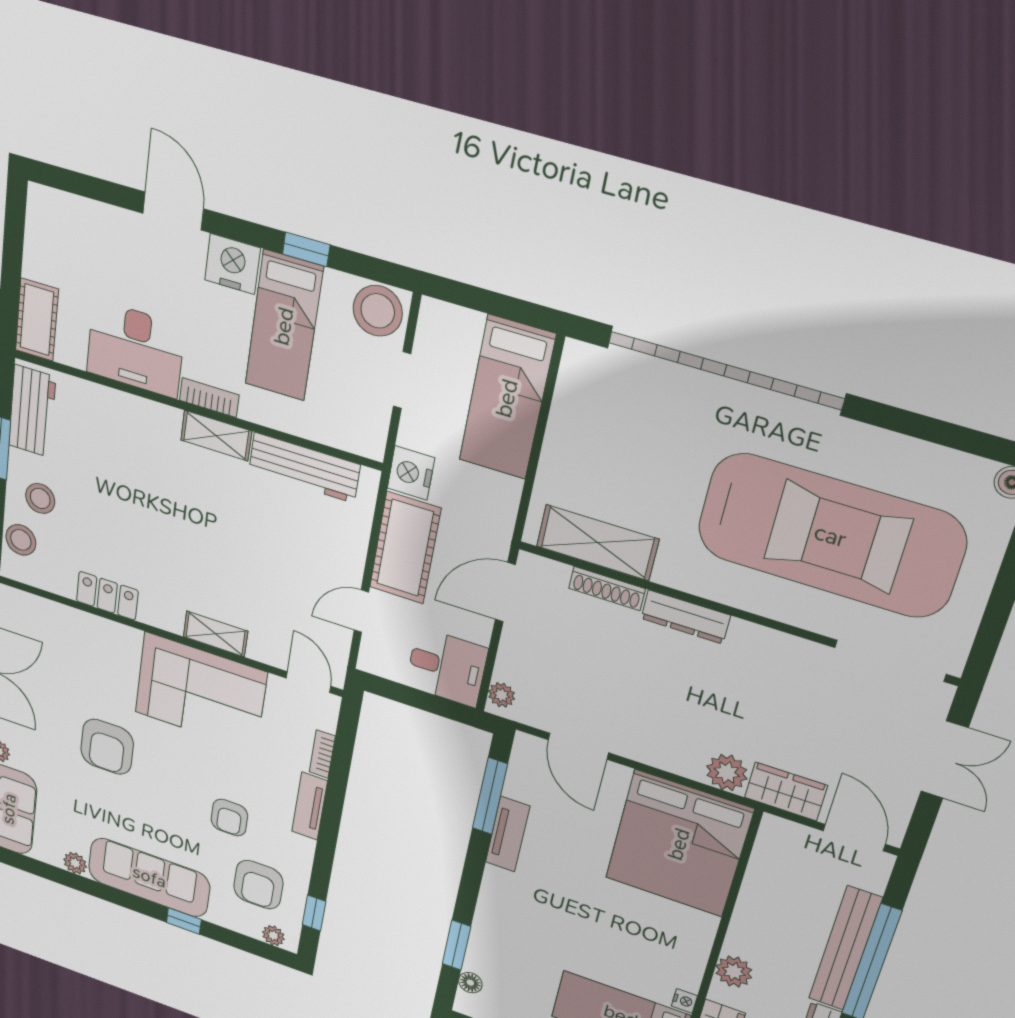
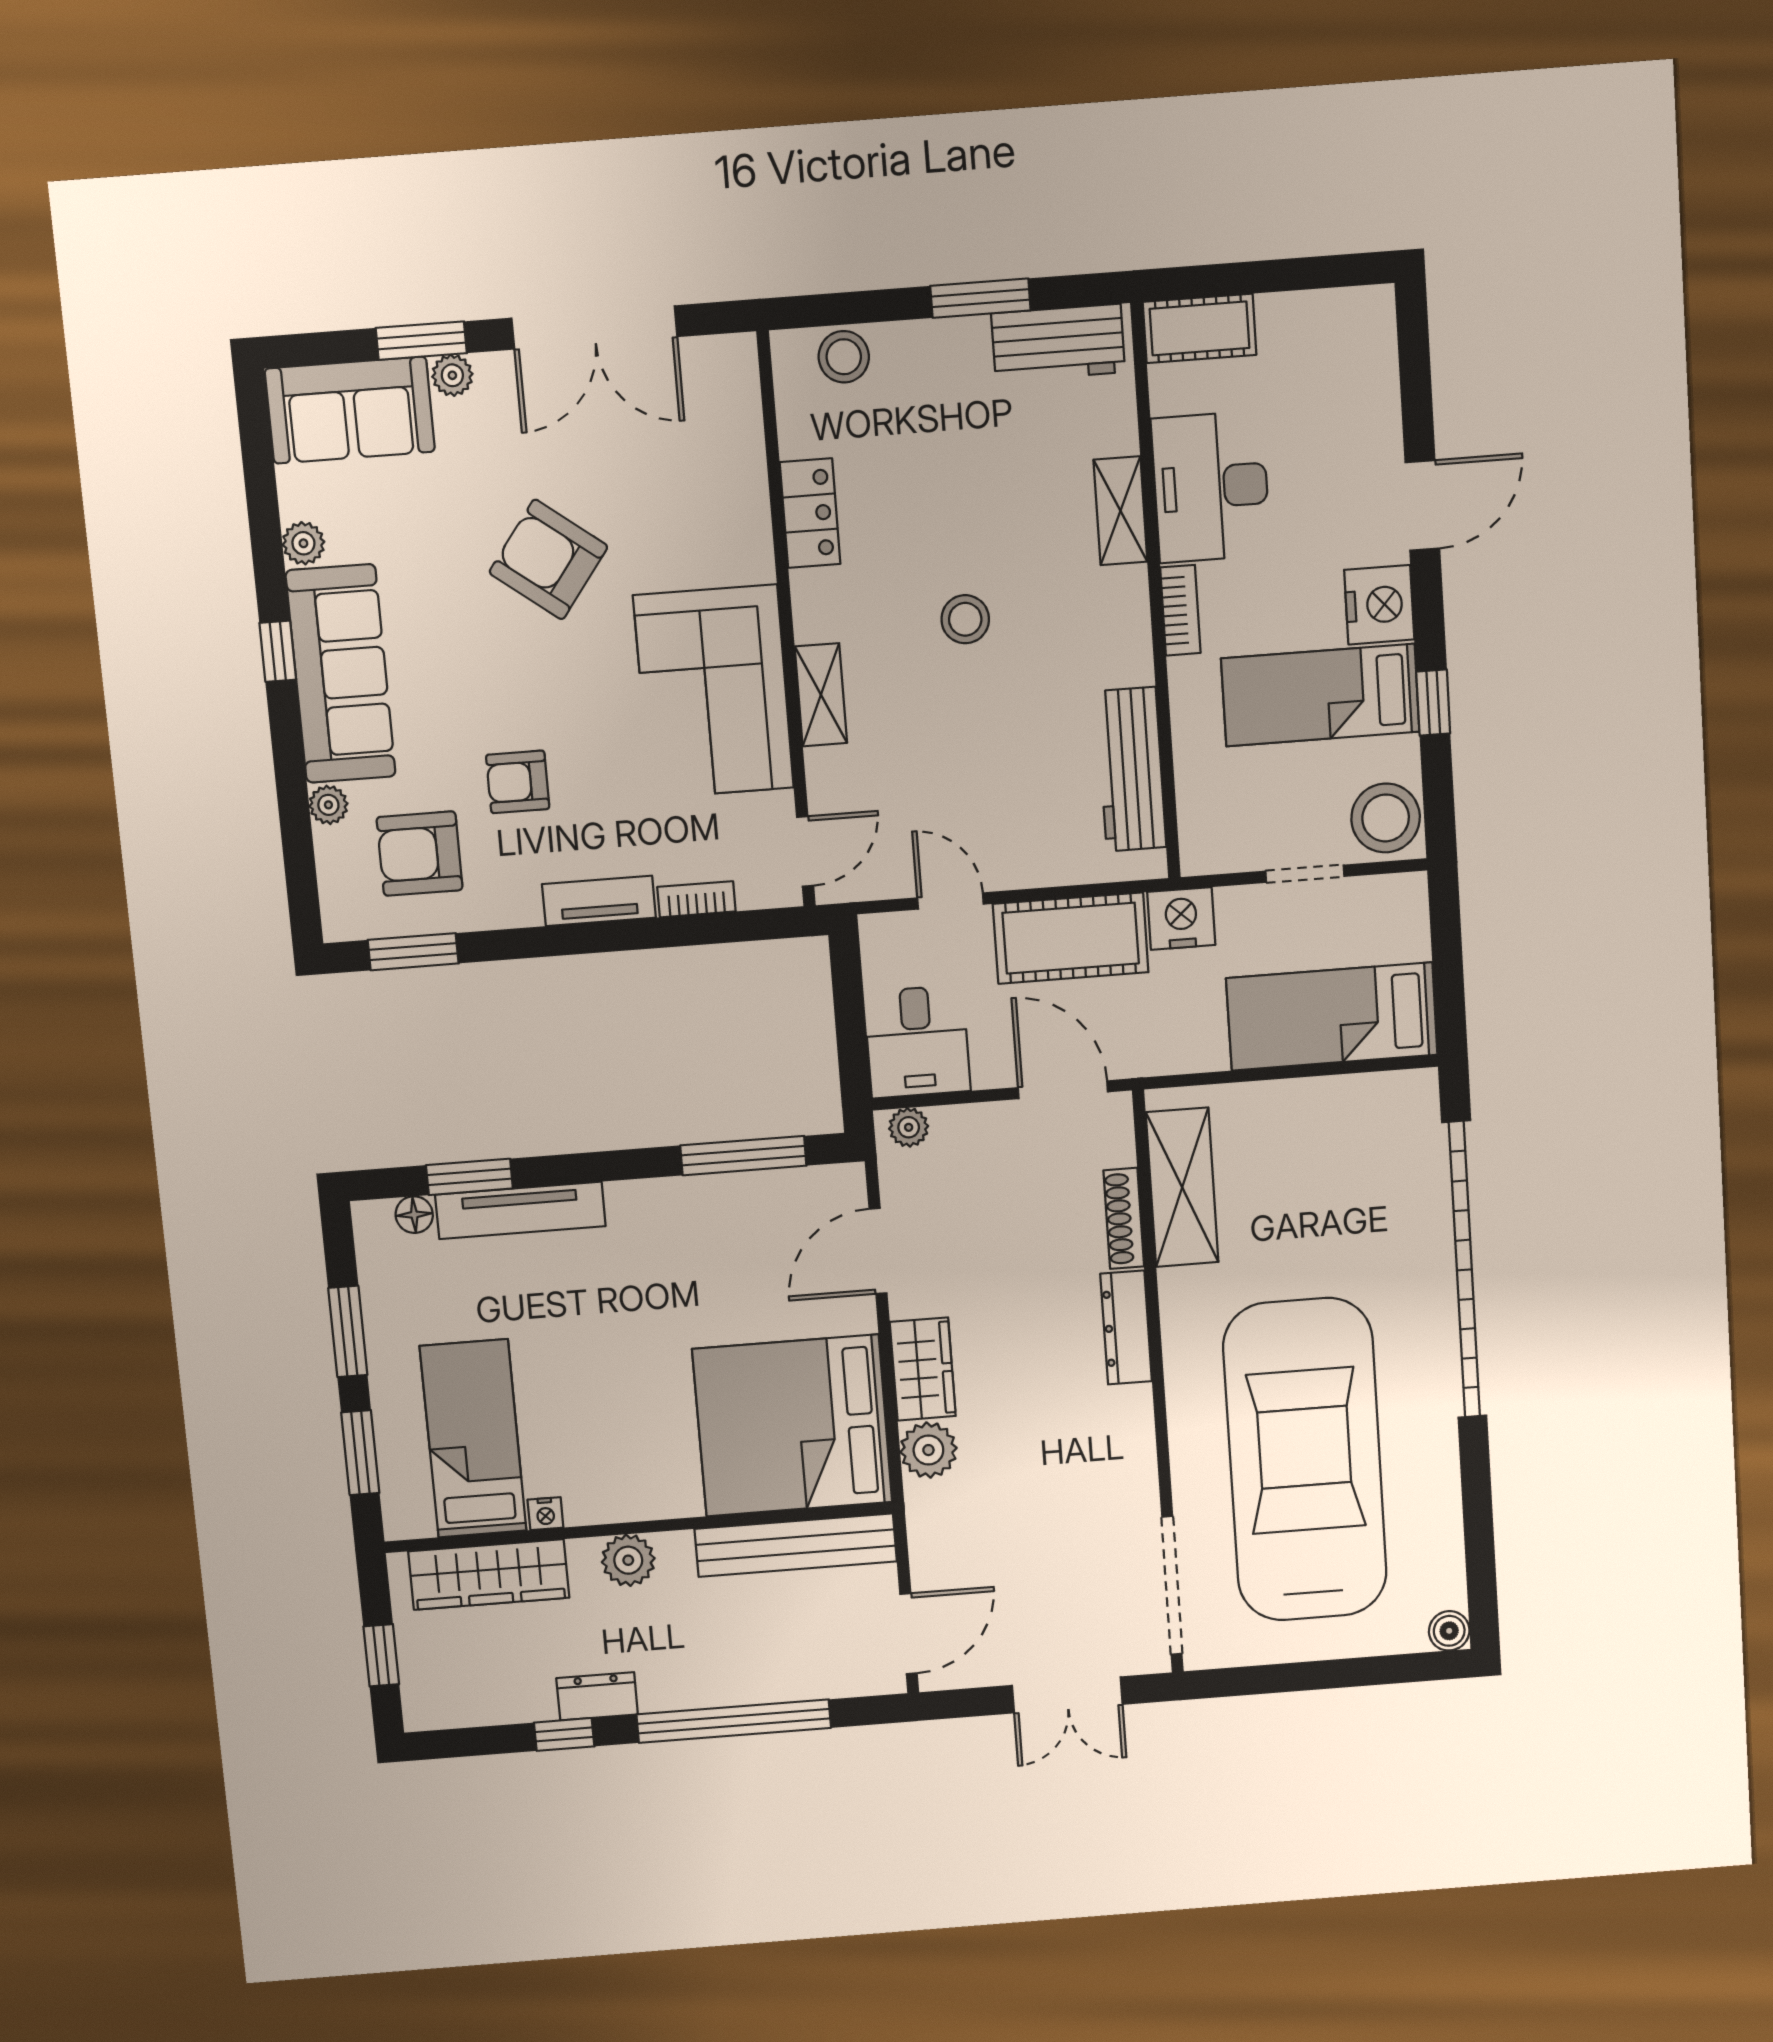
shelving: (216, 436) -> (1120, 511), moved
stool: (40, 498) -> (965, 619), moved
car: (830, 536) -> (1305, 1460), turned 180
armchair: (107, 747) -> (548, 559), turned 37
wardrobe: (786, 791) -> (923, 1369), moved
tv unit: (508, 834) -> (520, 1210), moved, width x1.41
window: (314, 913) -> (413, 952), width x1.50
window: (184, 921) -> (278, 651), moved
plant: (273, 936) -> (328, 805), moved
bench: (845, 949) -> (796, 1545), moved

